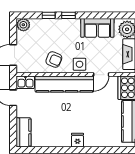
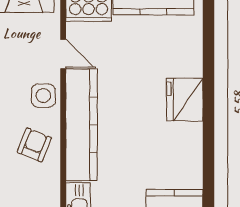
fridge: (77, 140) -> (185, 100), width x1.88, depth x1.34

